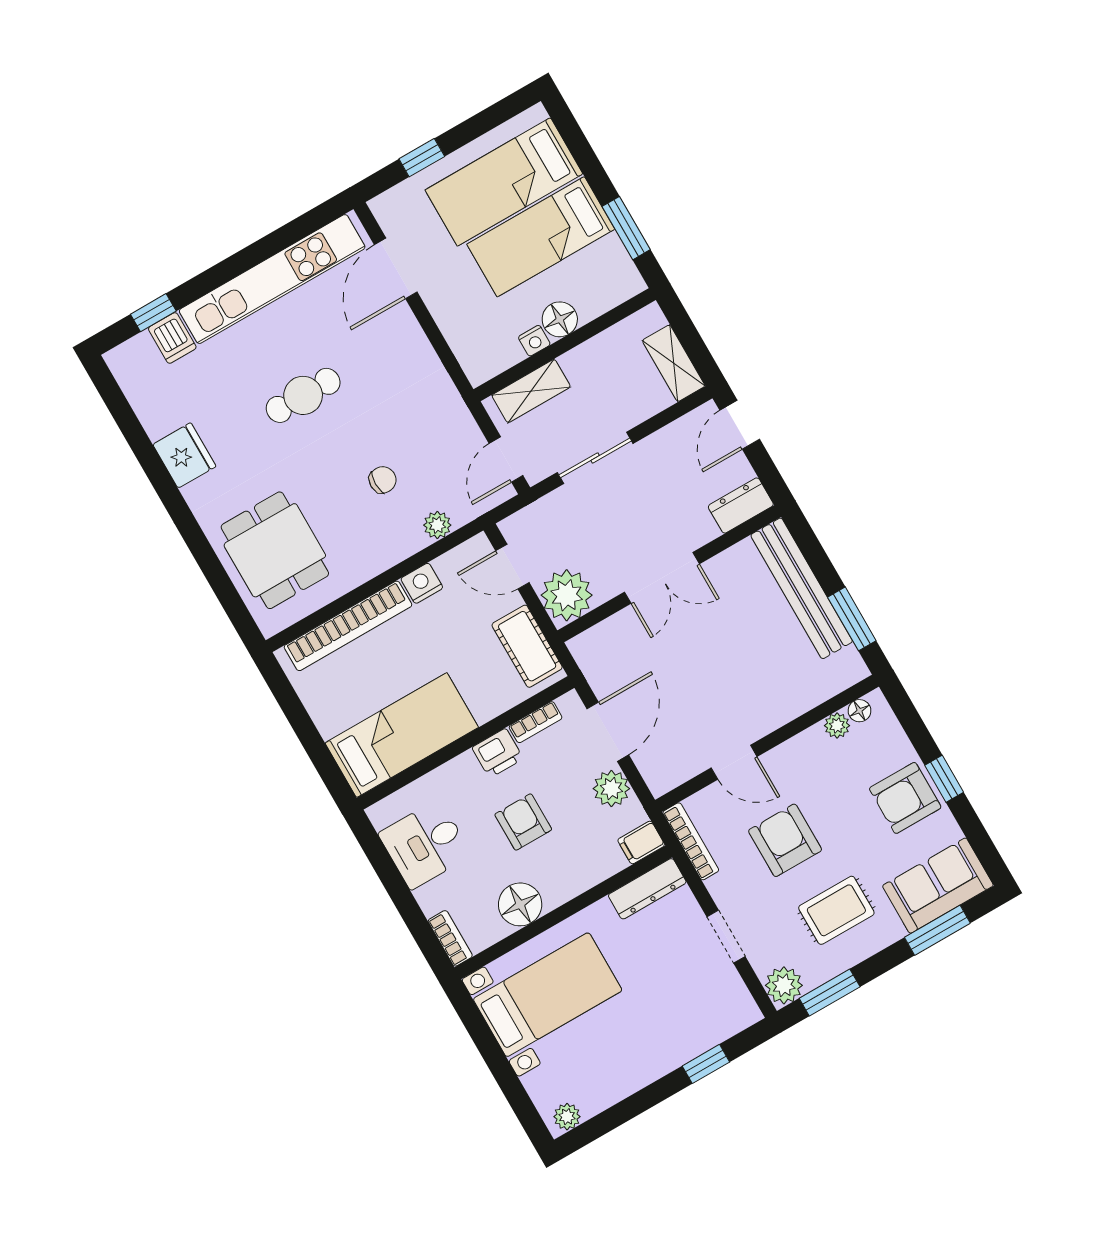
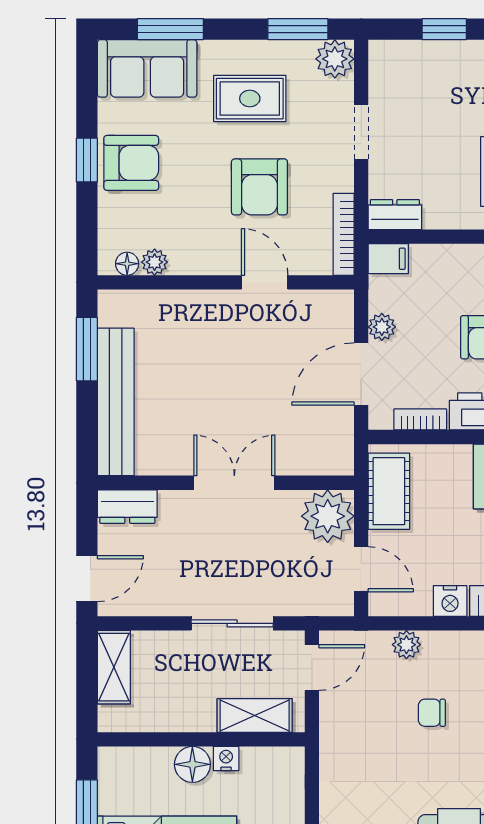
plant: (611, 789) -> (382, 327), width x0.73, depth x0.73
dresser: (647, 889) -> (395, 215), width x0.70

